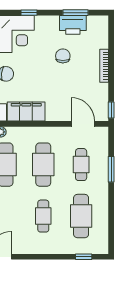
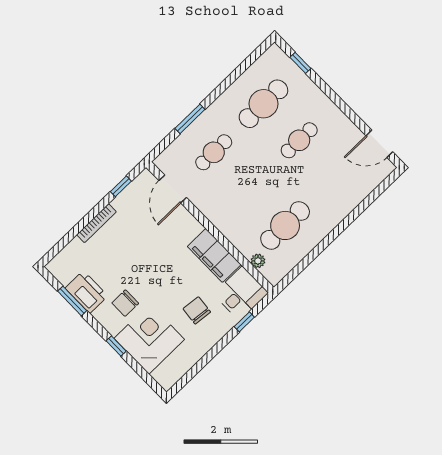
chair: (63, 56) -> (125, 303), moved
window: (111, 110) -> (121, 186), moved
cafe table: (43, 165) -> (249, 189), removed

